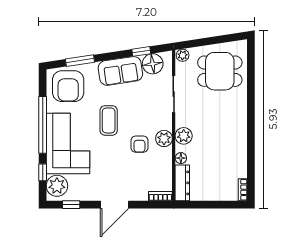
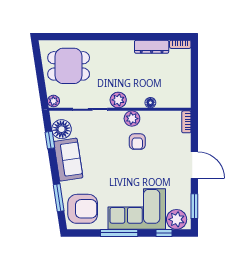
dining table: (220, 71) -> (69, 66), turned 90
coffee table: (109, 120) -> (115, 171), removed
window: (43, 125) -> (119, 233), width x0.68
plant: (184, 136) -> (118, 100), moved
armchair: (139, 144) -> (137, 142), turned 90
dresser: (182, 183) -> (152, 47), moved, turned 180
window: (71, 205) -> (194, 206), width x1.50

